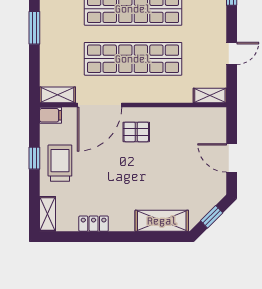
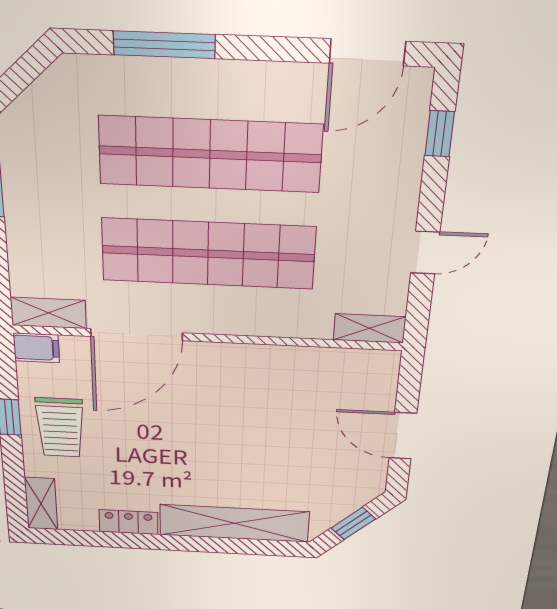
pallet: (136, 132) -> (212, 384), removed
trolley: (60, 163) -> (60, 428), turned 180
shelving: (162, 221) -> (234, 523), width x1.47

